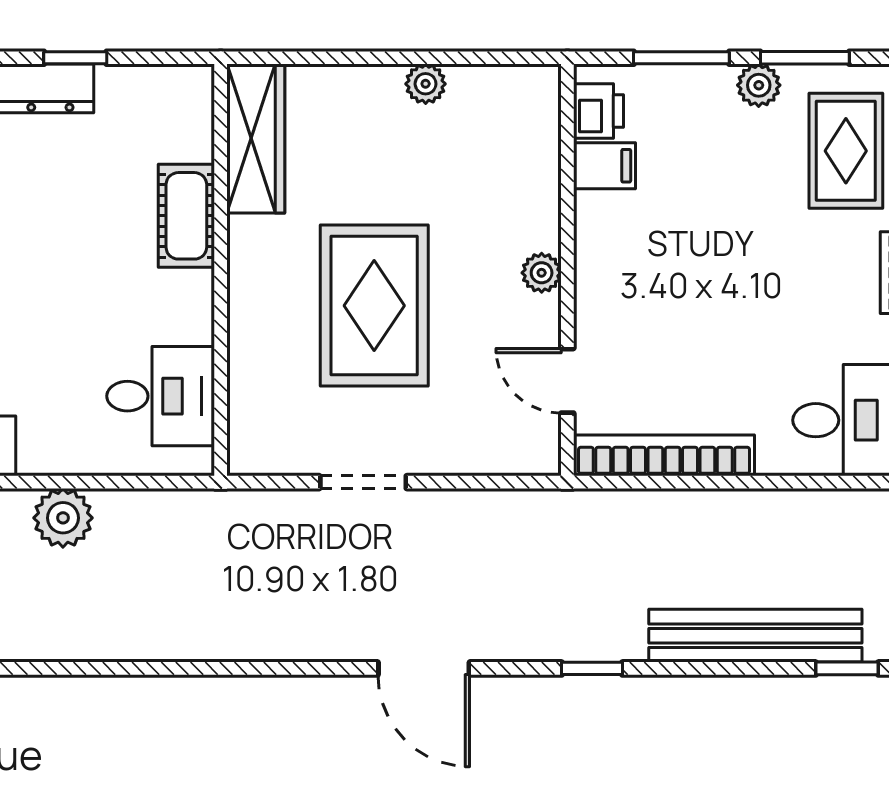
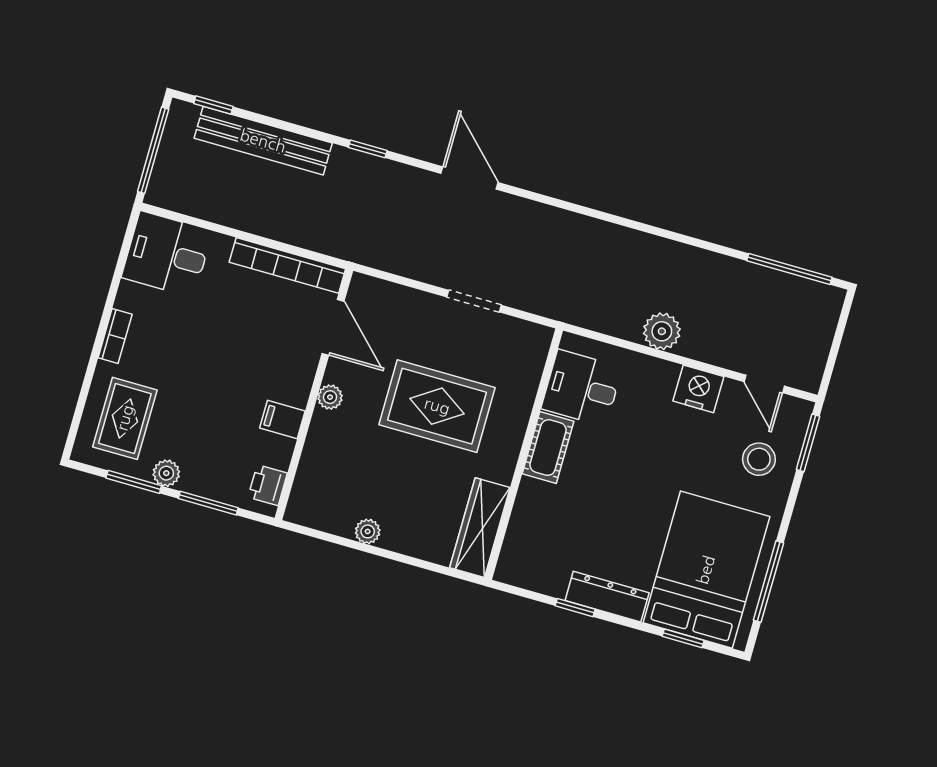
filing cabinet: (605, 166) -> (282, 420), moved
cot: (186, 216) -> (548, 448), moved
rug: (374, 306) -> (437, 406), turned 90
door: (567, 381) -> (333, 327), width x1.38

